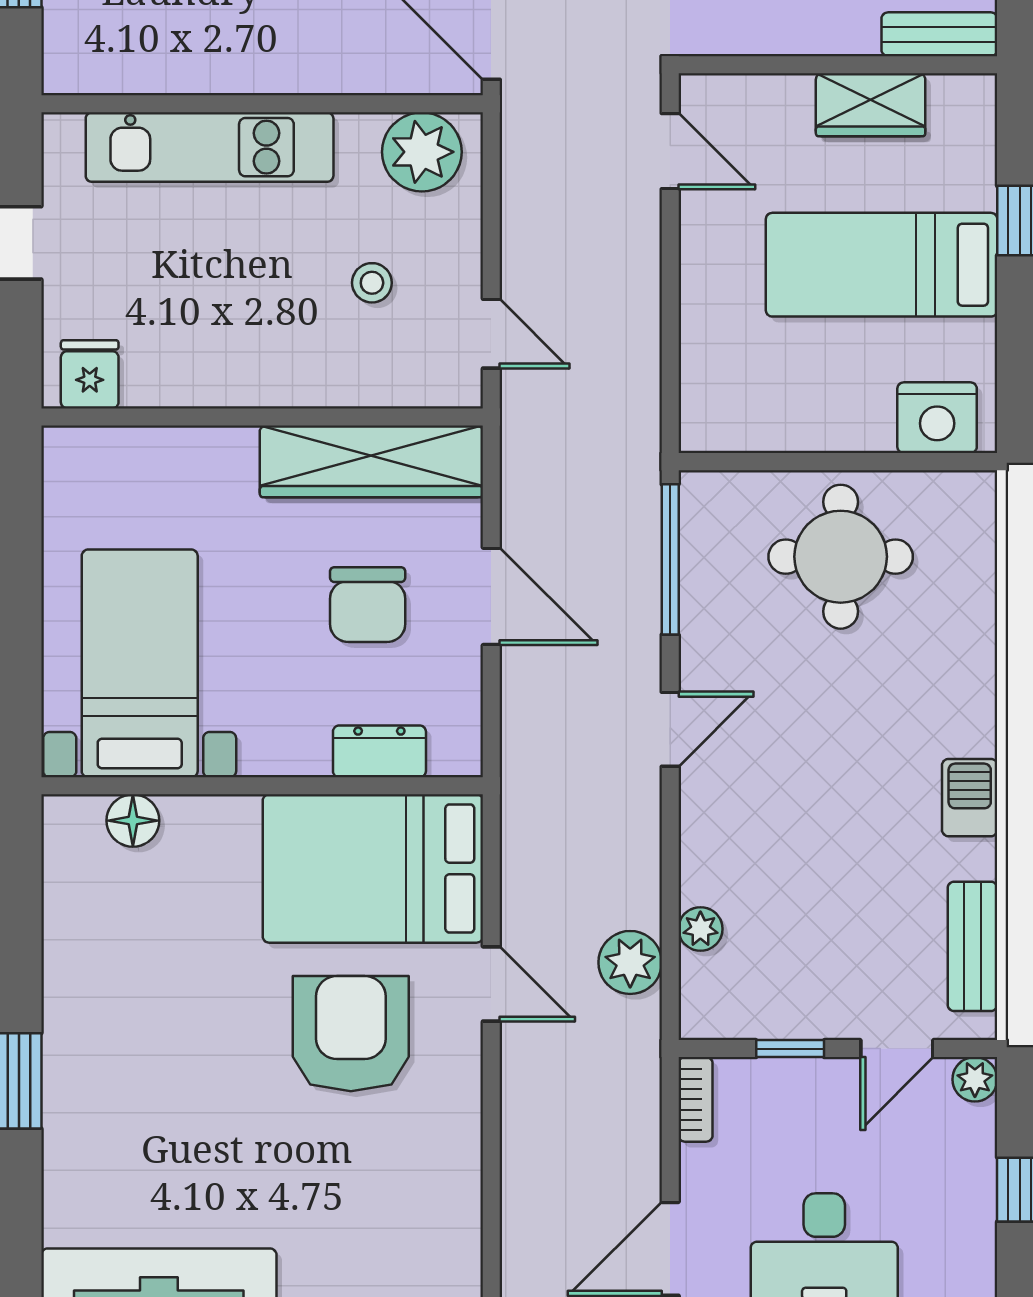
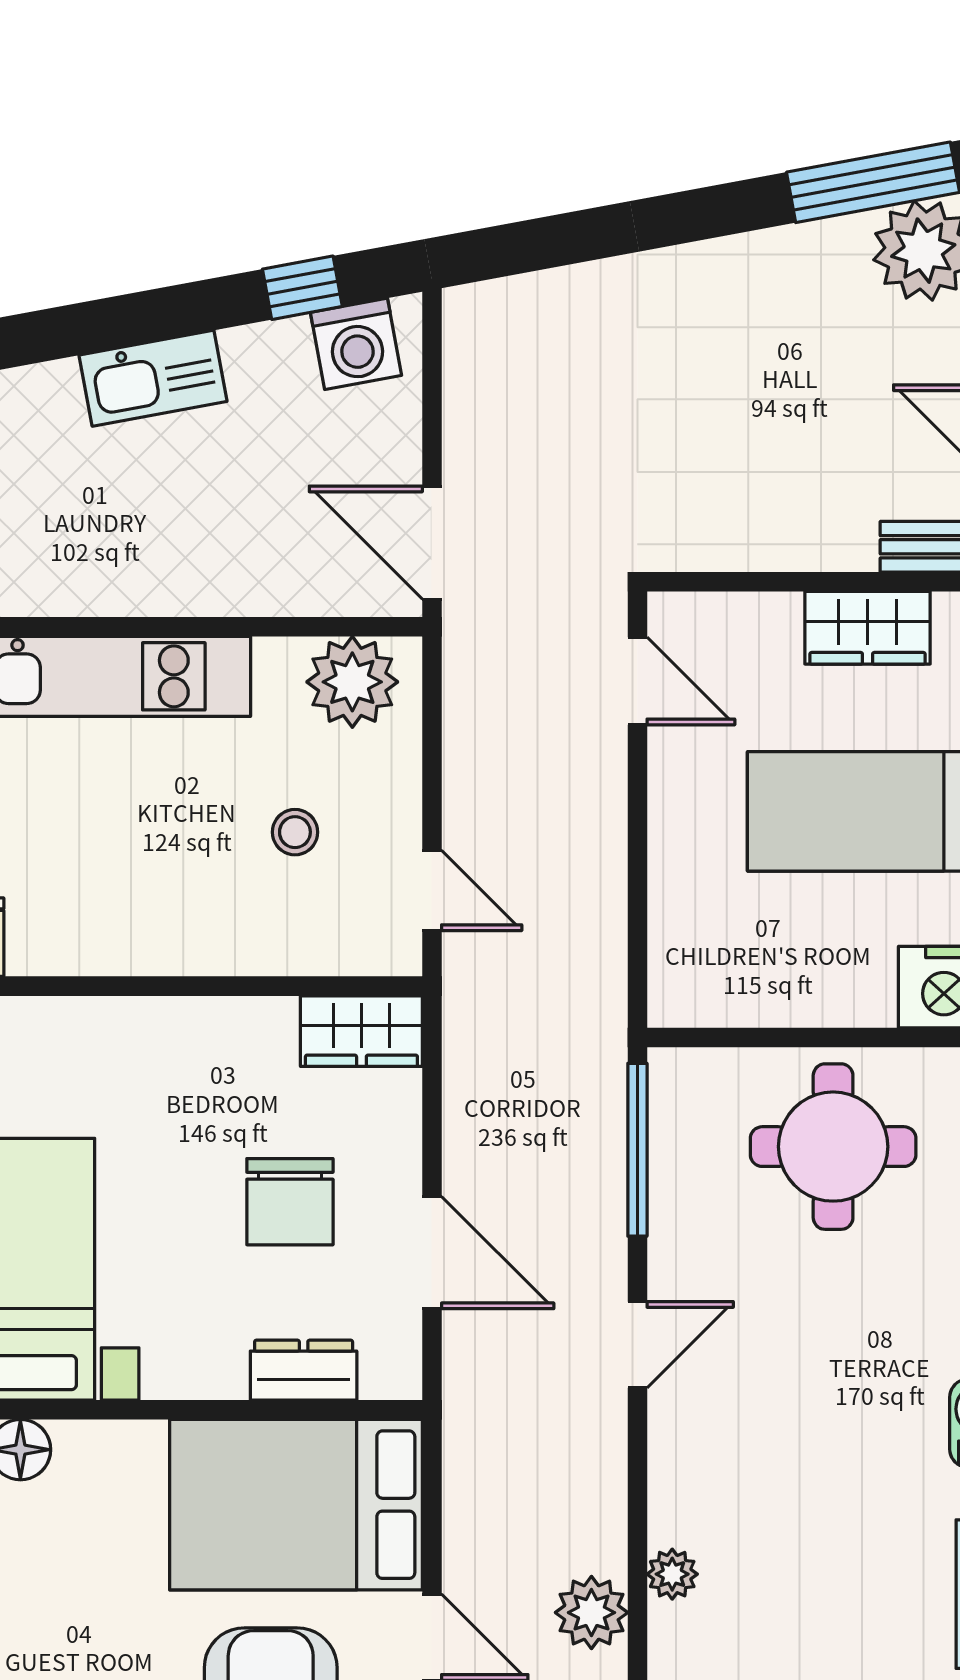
wardrobe: (371, 461) -> (361, 1031), width x0.48, depth x0.85
door: (491, 596) -> (432, 1253), moved

